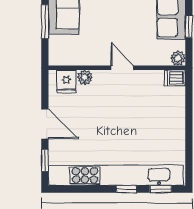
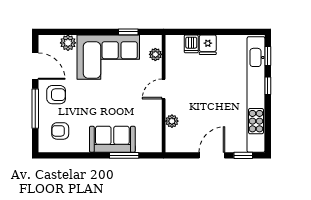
plant: (178, 58) -> (155, 54), moved
dishwasher: (175, 78) -> (191, 44), moved
fridge: (66, 81) -> (208, 45), moved, turned 90

